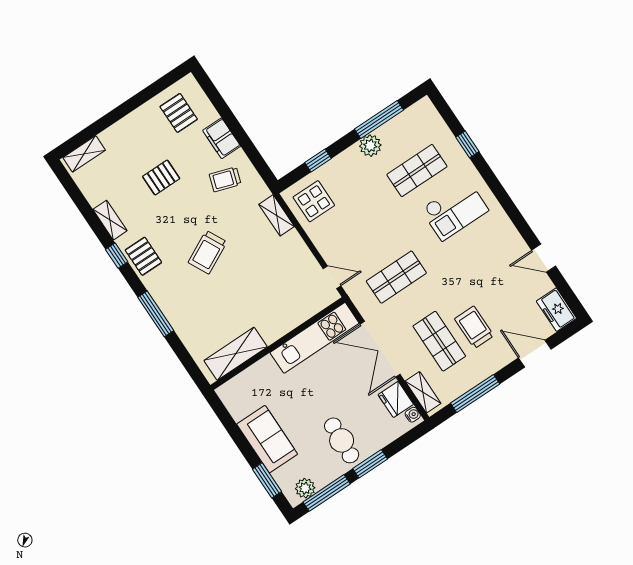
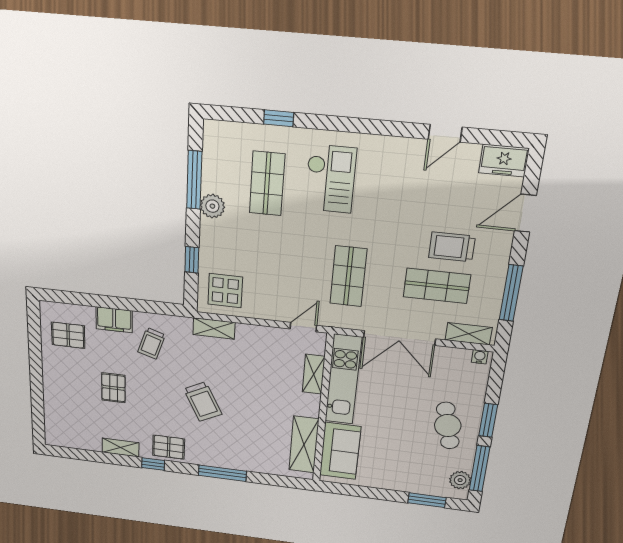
shelving: (84, 154) -> (314, 374), moved
fridge: (396, 399) -> (454, 360), removed
sofa: (267, 439) -> (340, 451), moved, turned 90
cafe table: (342, 440) -> (448, 426), turned 73

